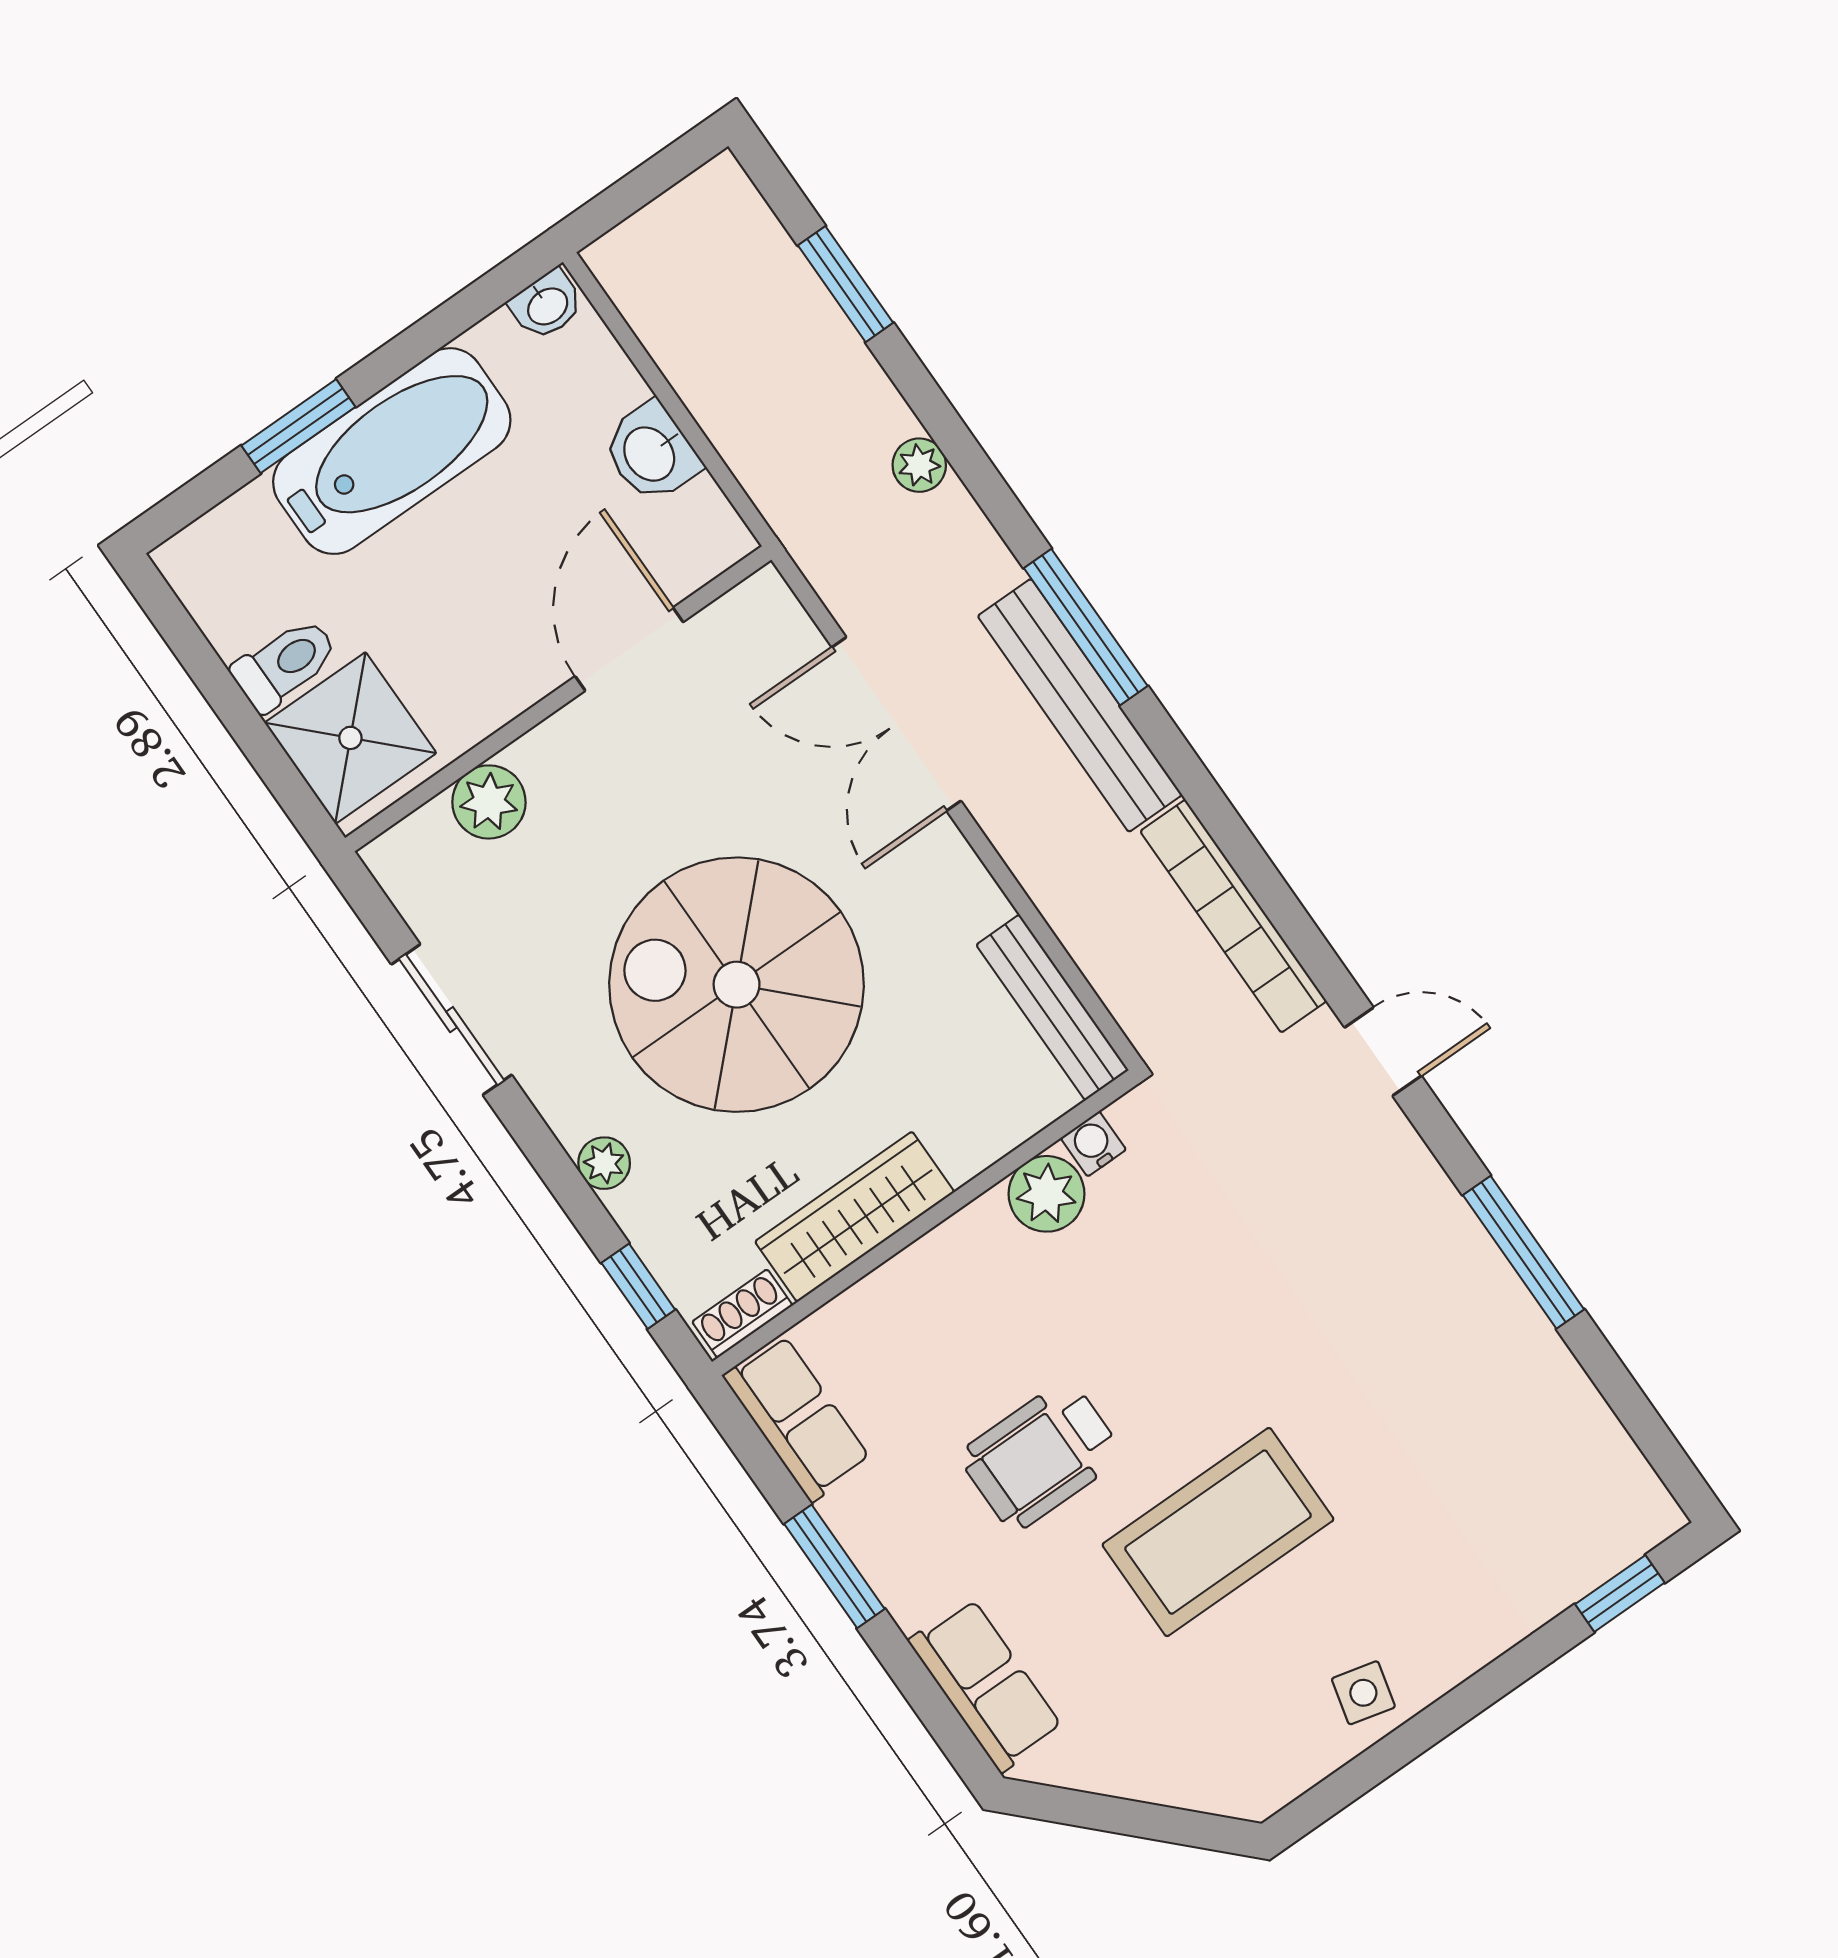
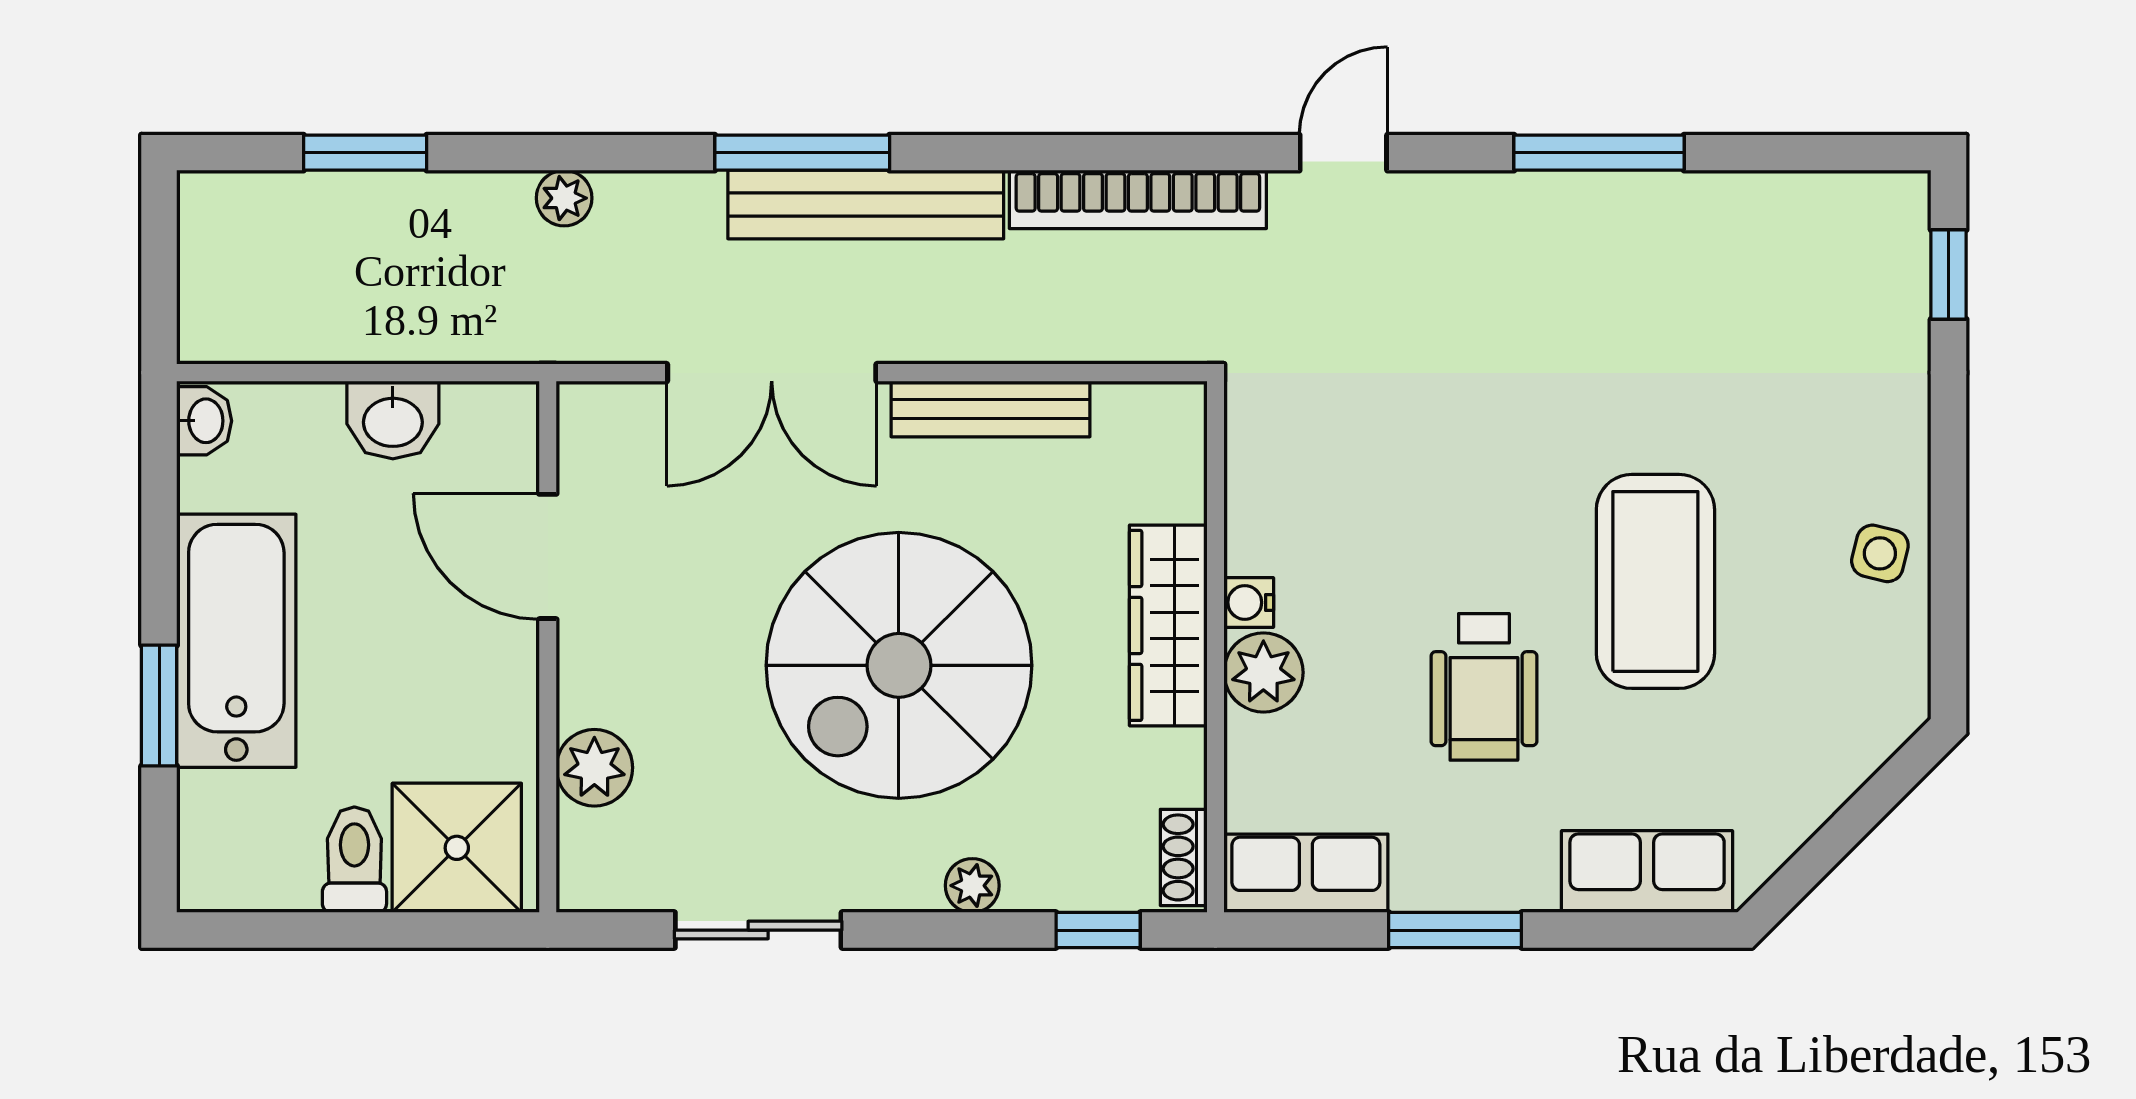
bench: (1052, 1007) -> (990, 409), moved
water cooler: (1093, 1144) -> (1249, 602), moved
plant: (1046, 1194) -> (1263, 672), moved
wardrobe: (855, 1217) -> (1168, 625), moved

